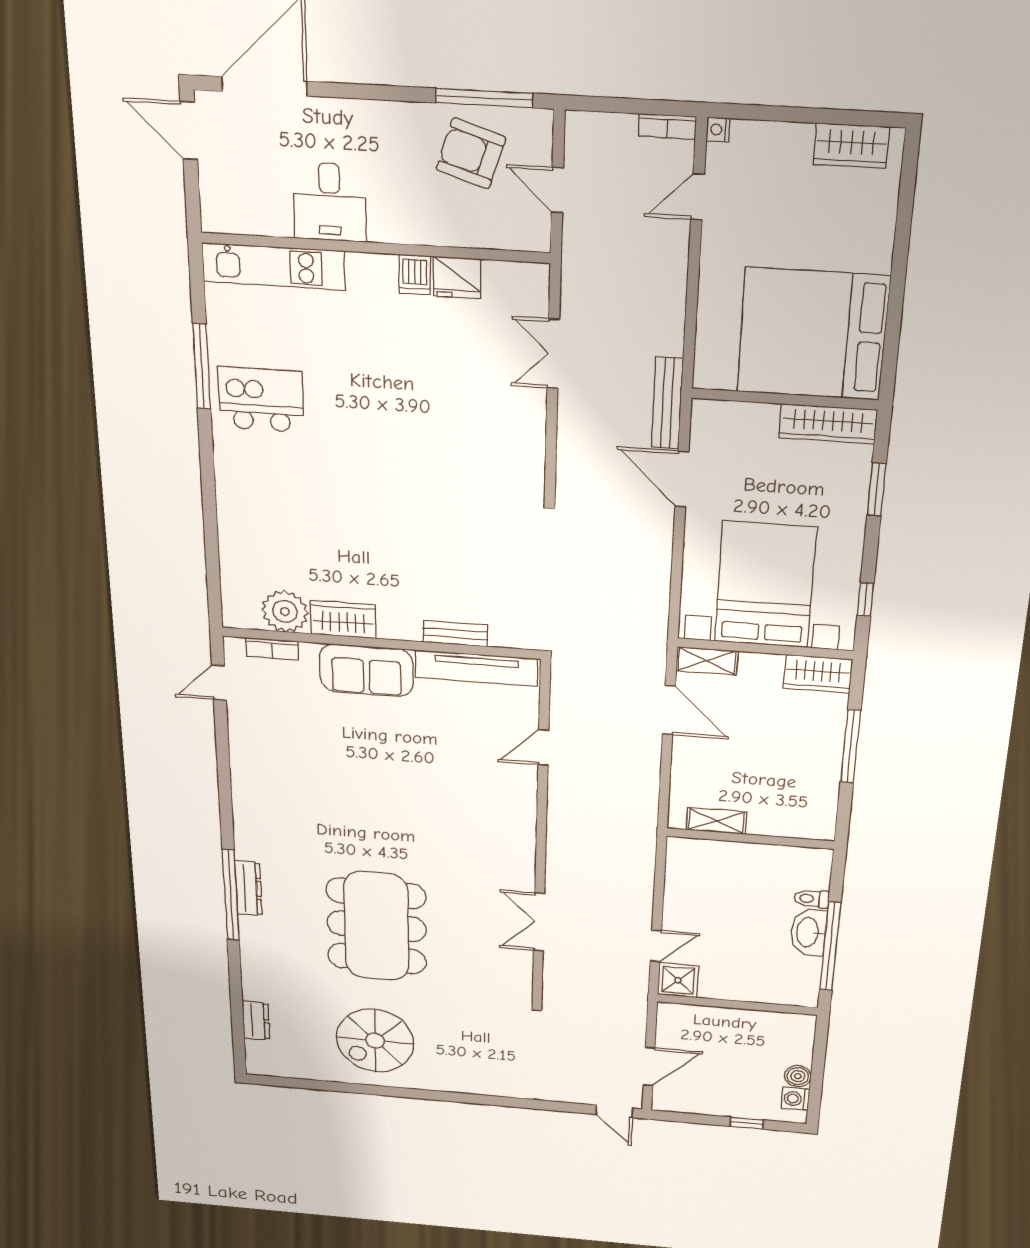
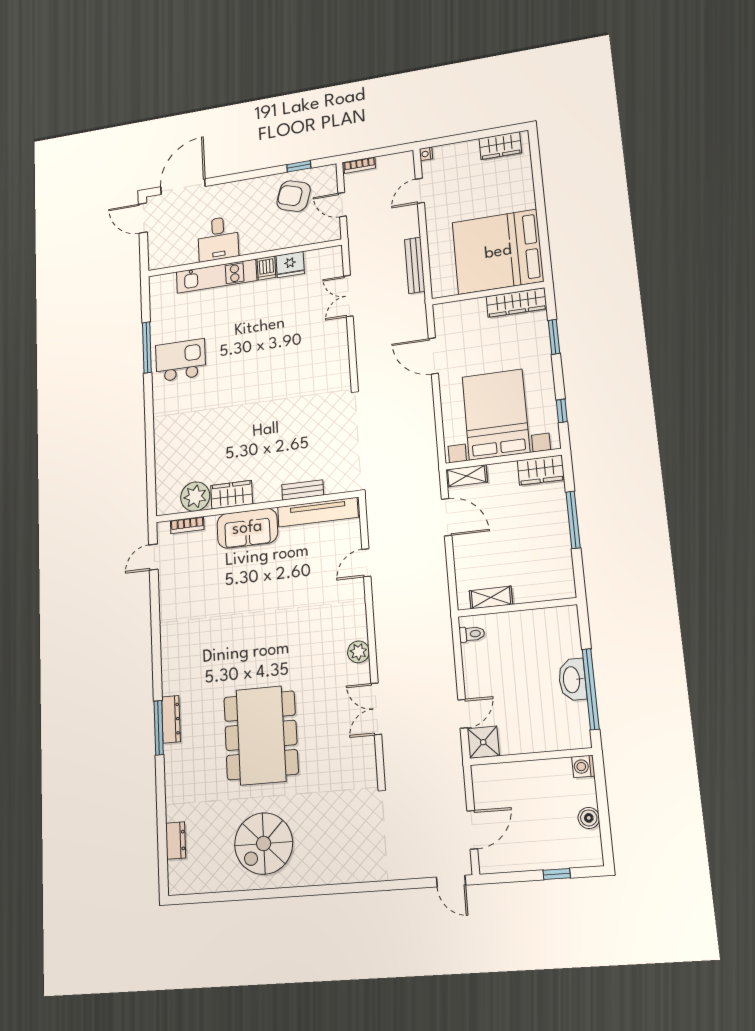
window: (484, 98) -> (299, 166), width x0.46
bookcase: (667, 126) -> (360, 165), moved
kitchen unit: (273, 266) -> (216, 276), moved
bench: (667, 403) -> (415, 265), moved
plant: (521, 853) -> (358, 652), added
window: (231, 895) -> (159, 728), width x0.68
toilet: (811, 899) -> (472, 634), moved, turned 180
washing machine: (795, 1099) -> (583, 766), moved

